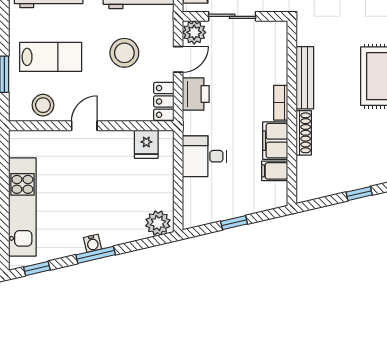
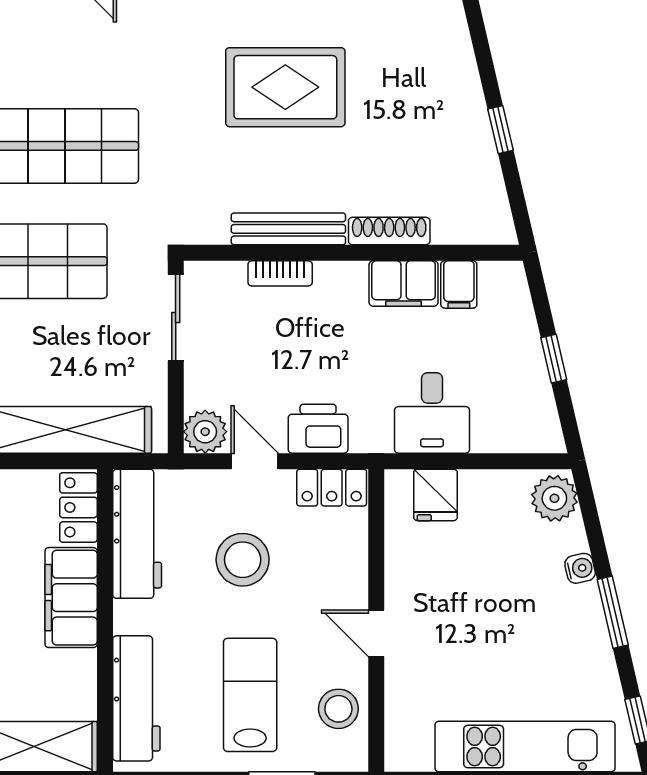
sliding door: (232, 16) -> (176, 318), moved
bookcase: (281, 103) -> (280, 273), moved
fridge: (146, 144) -> (436, 495), moved, turned 90
water cooler: (93, 243) -> (580, 568), moved

